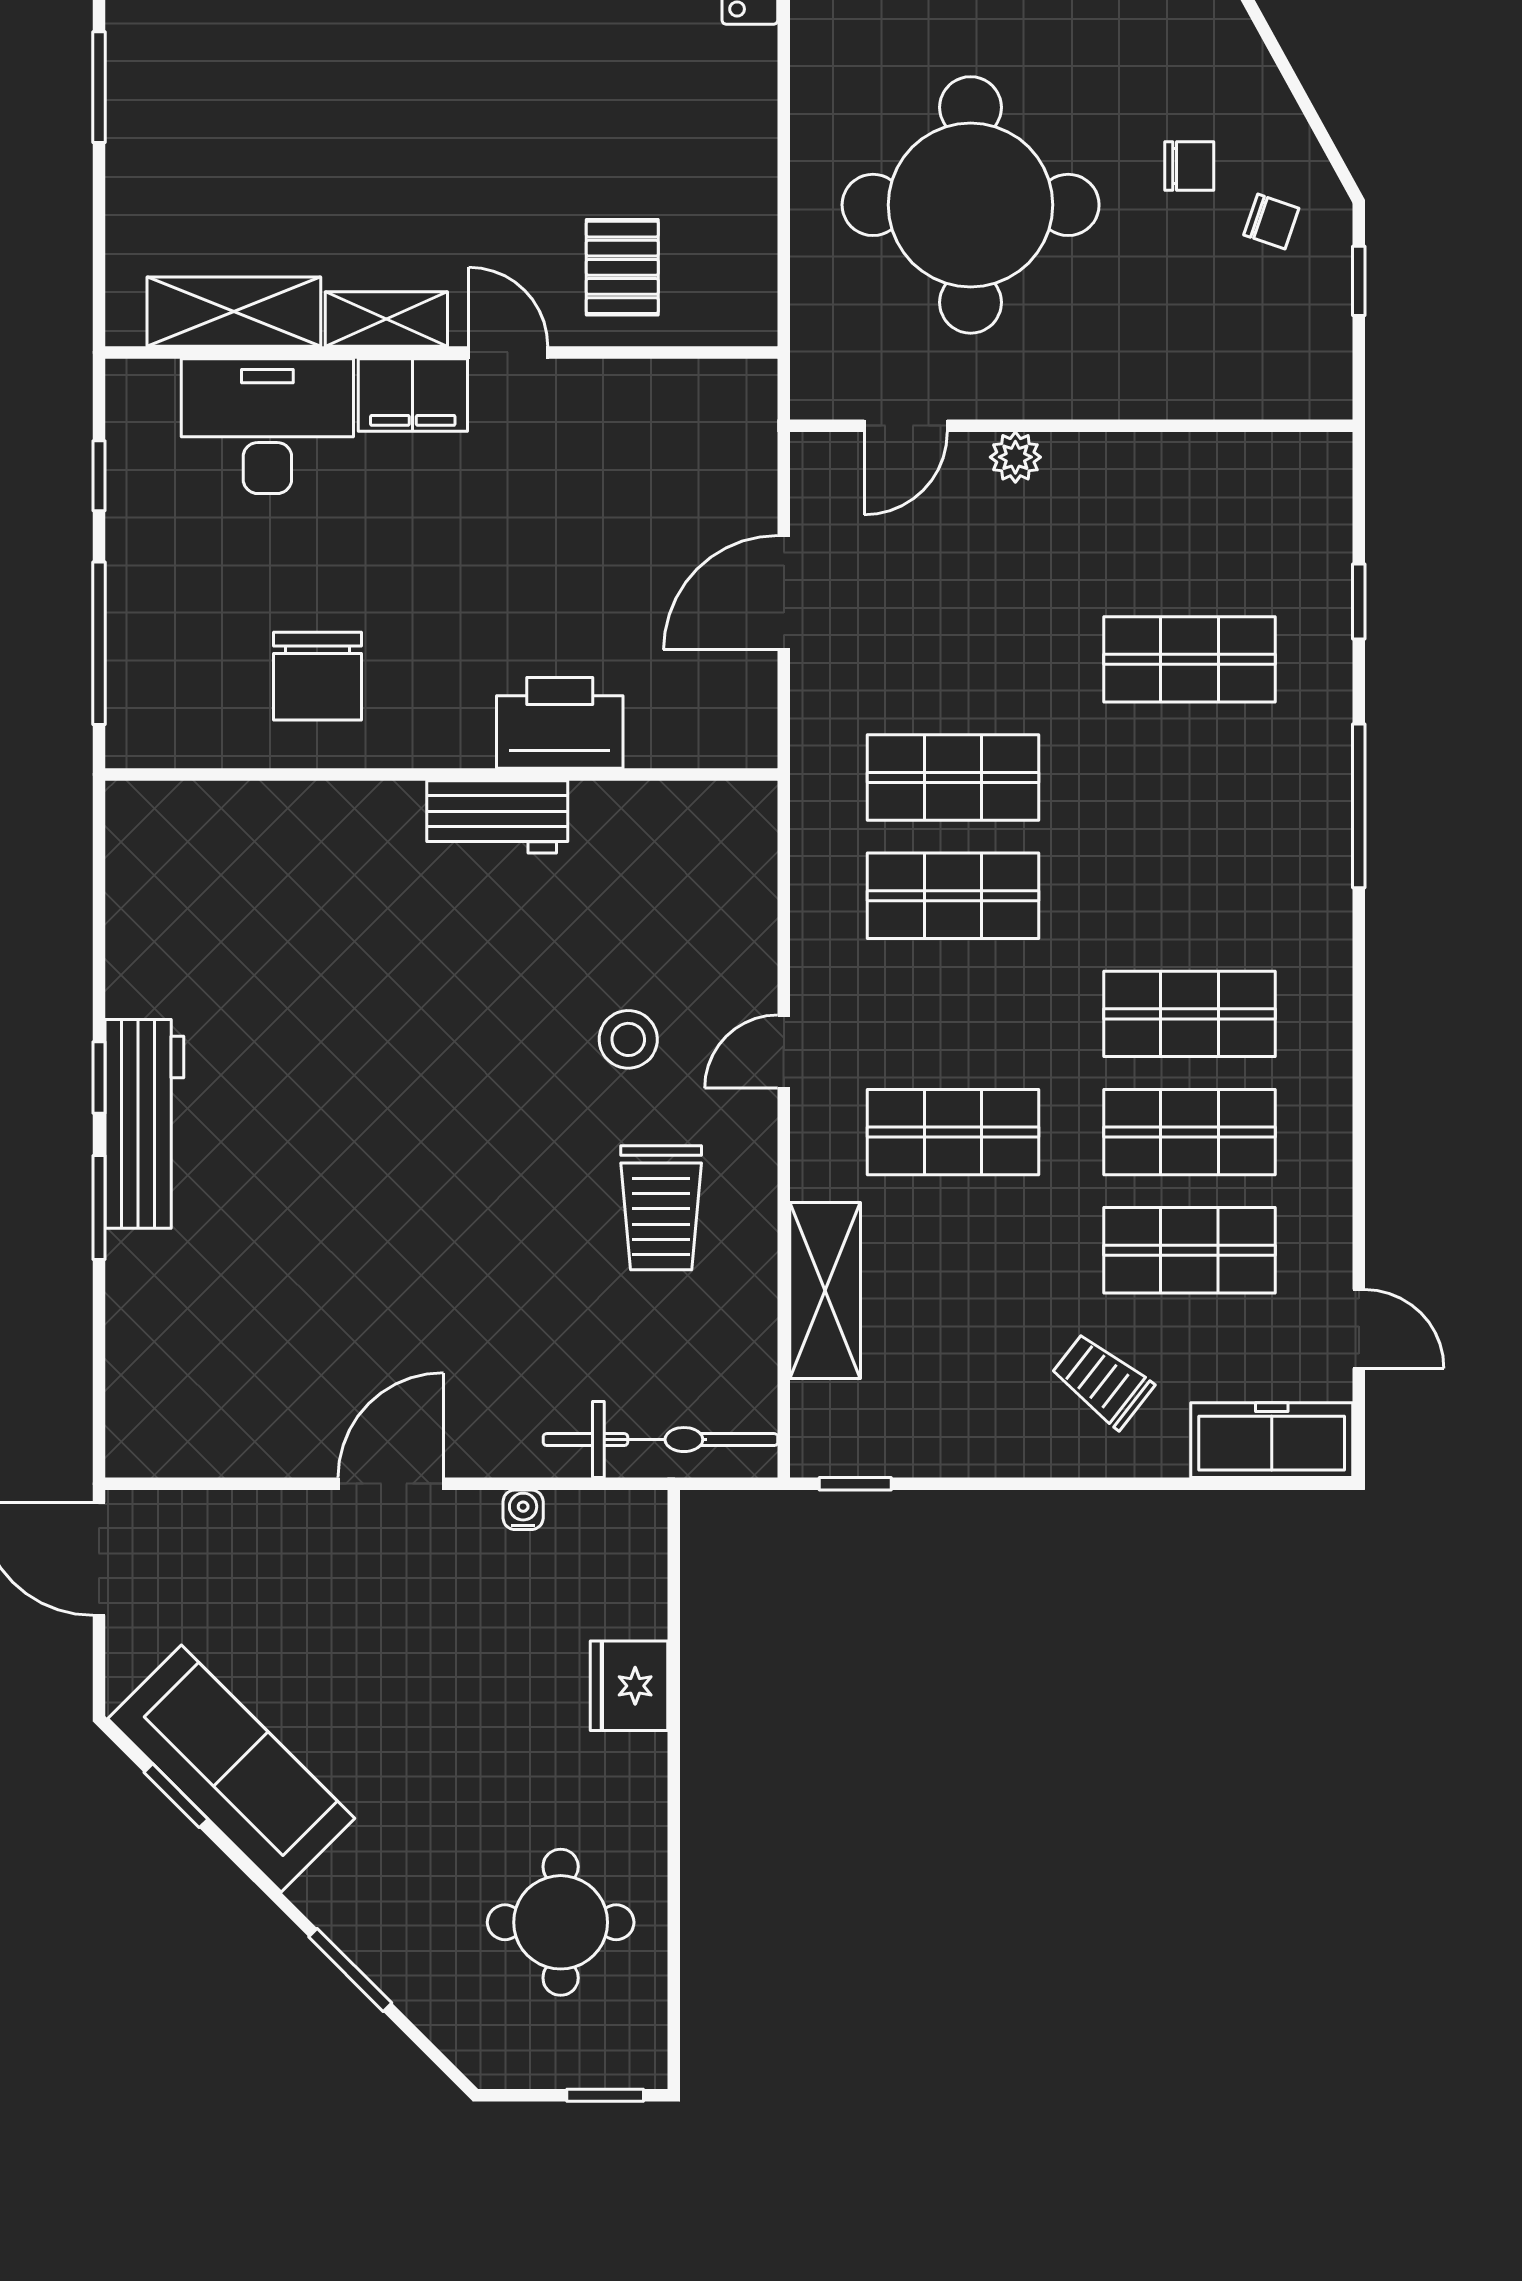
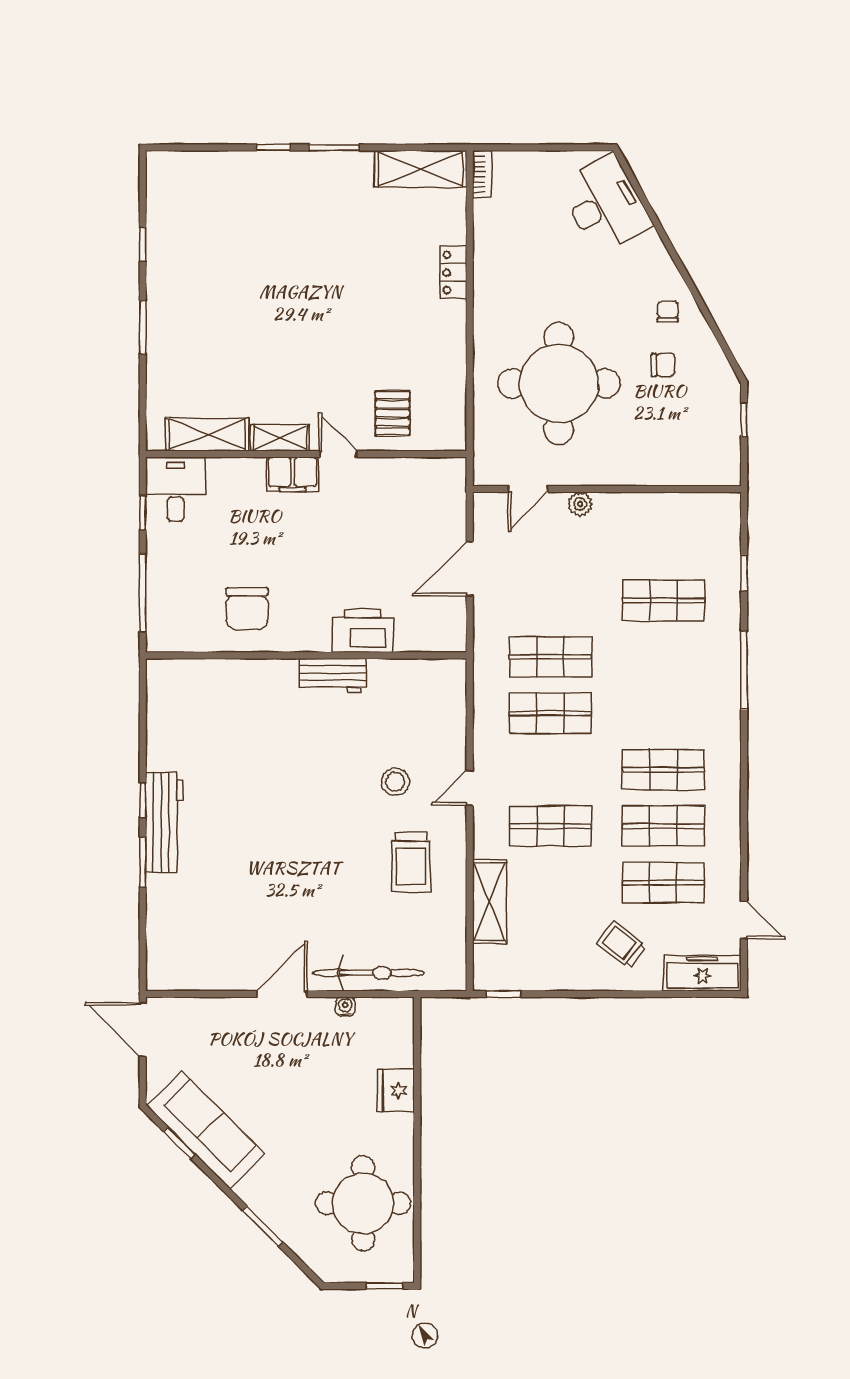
chair: (1271, 222) -> (668, 311), moved, turned -109
desk: (267, 426) -> (176, 489), moved, width x0.73
bicycle: (660, 1440) -> (368, 973), moved
round table: (561, 1922) -> (363, 1203), width x1.36, depth x1.36

